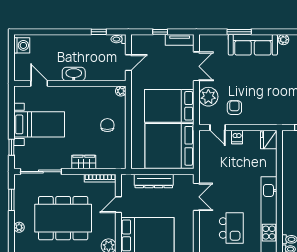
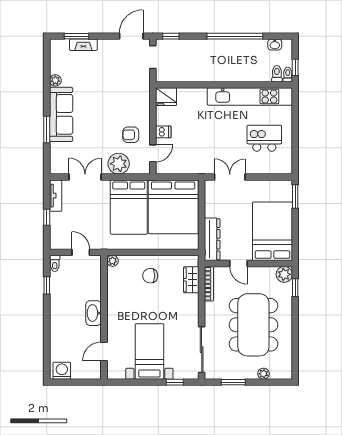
wardrobe: (84, 162) -> (191, 280), moved
dresser: (154, 181) -> (212, 239), moved

